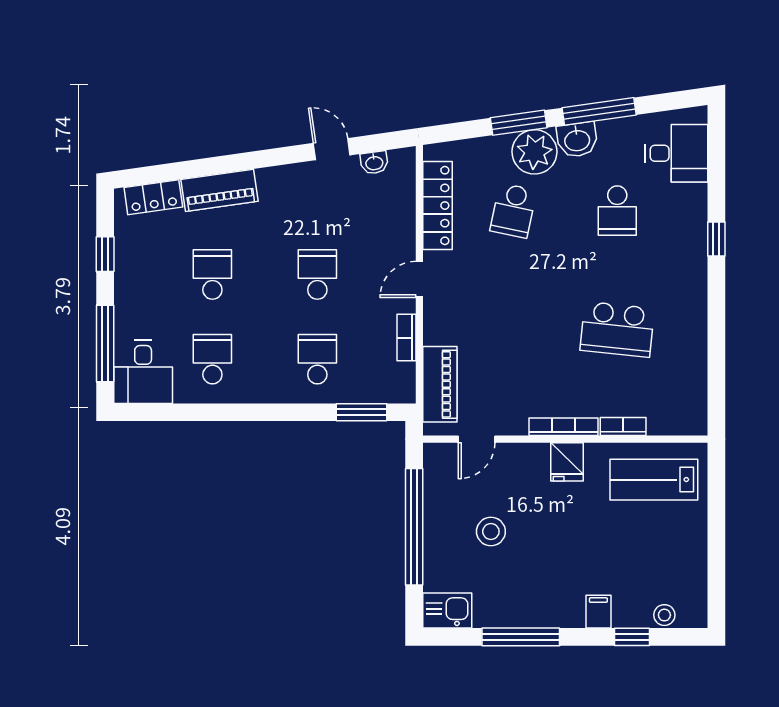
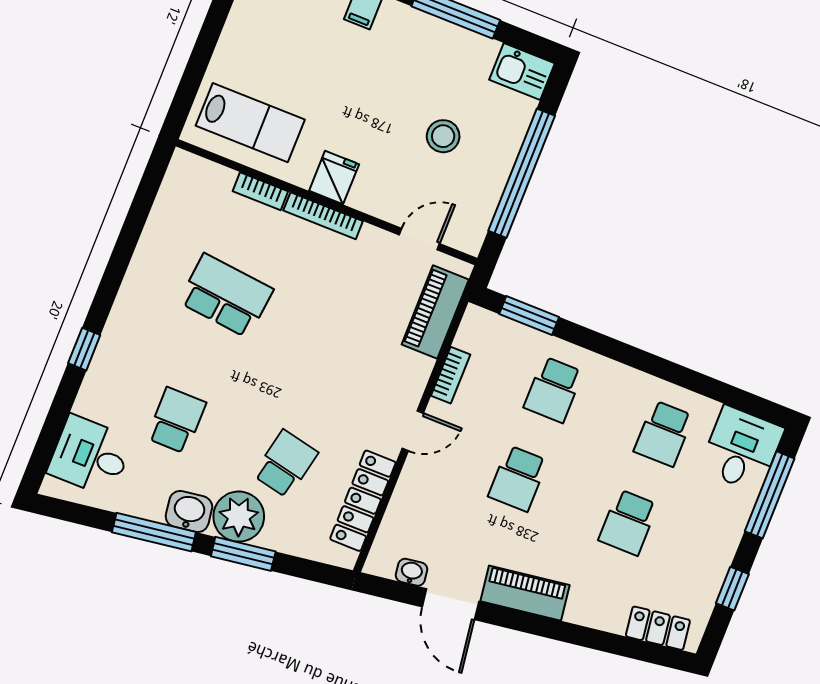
door: (332, 149) -> (450, 604), width x1.38
piano: (219, 190) -> (525, 593), moved

